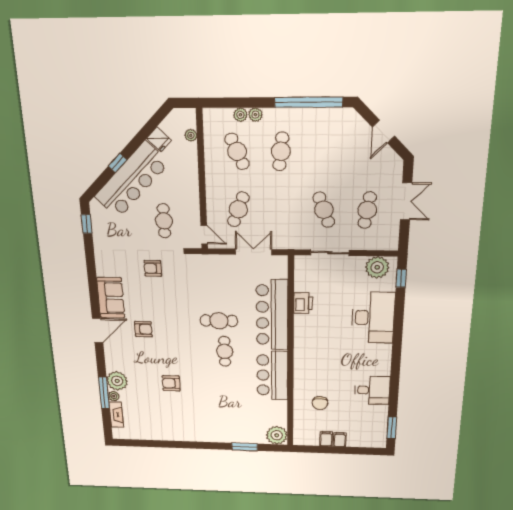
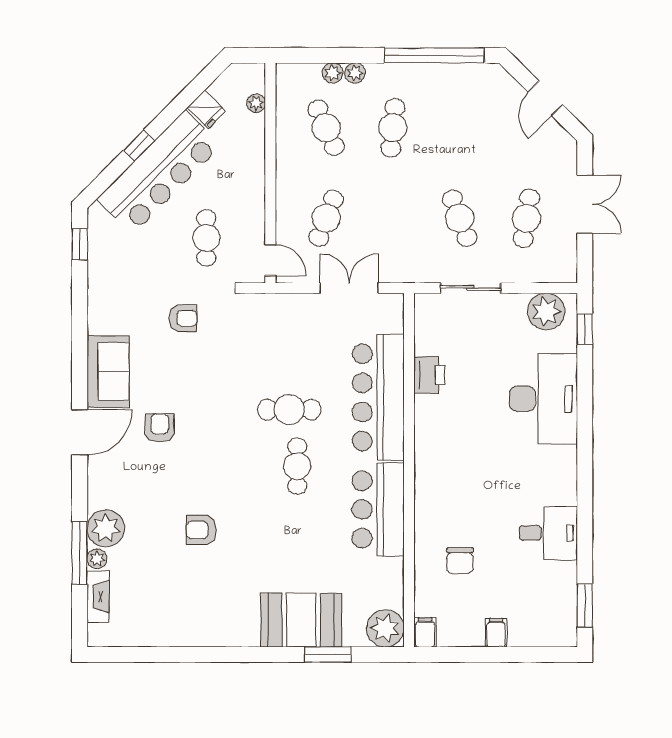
armchair: (153, 268) -> (183, 318), turned 180
armchair: (143, 329) -> (160, 428), turned -90
booth: (229, 430) -> (301, 620), added
filing cabinet: (326, 439) -> (425, 632), moved

